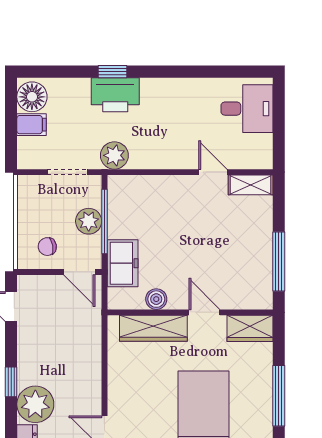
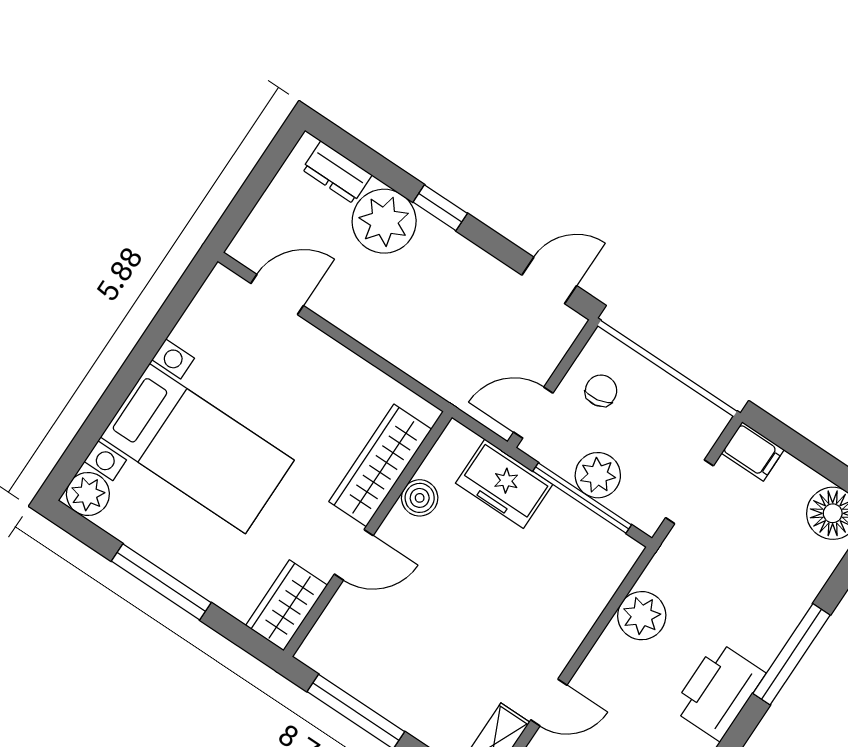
window: (112, 72) -> (791, 654), width x2.17
printer: (115, 95) -> (718, 691), moved
filing cabinet: (32, 125) -> (753, 451), moved, turned -90
plant: (114, 155) -> (642, 616), moved

